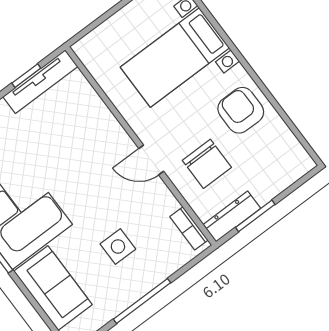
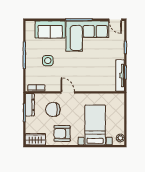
armchair: (241, 110) -> (62, 133), turned 180
wardrobe: (291, 154) -> (35, 139), added
door: (151, 160) -> (68, 92), hinge flipped

